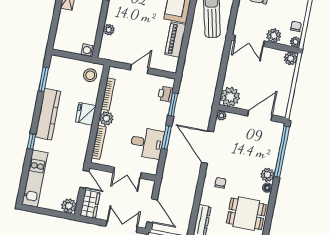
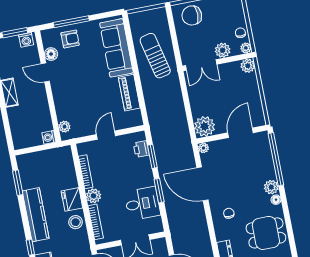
plant: (109, 30) -> (64, 127), moved
stool: (90, 75) -> (76, 222), moved

